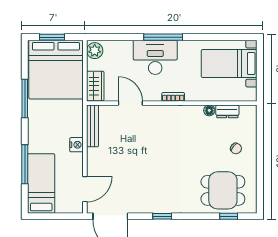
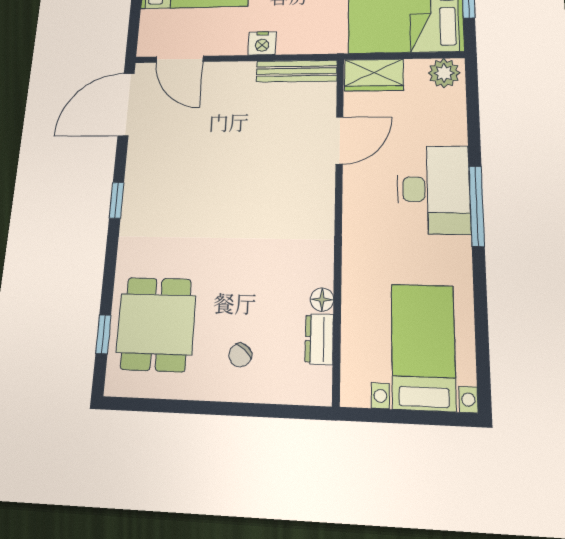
bookcase: (173, 97) -> (351, 225), removed

